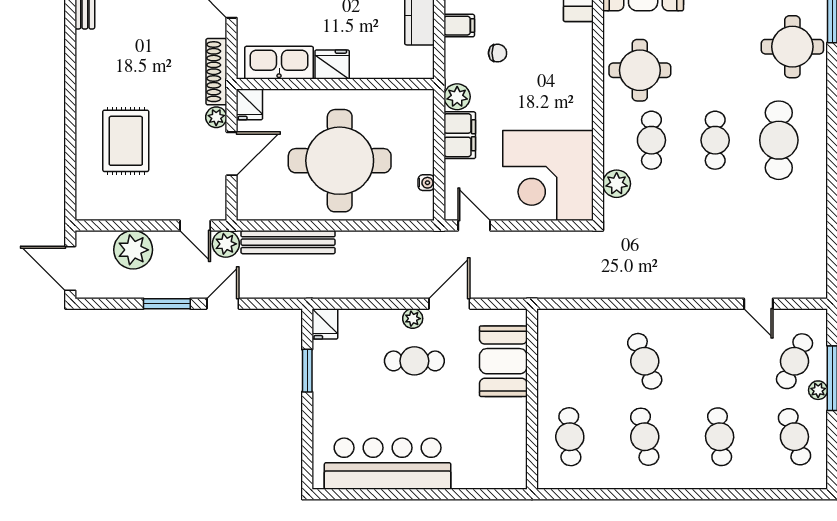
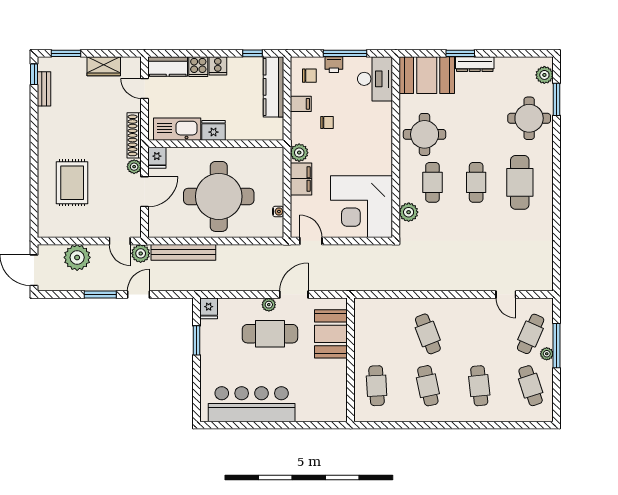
cafe table: (414, 361) -> (270, 334), width x1.37, depth x1.35

